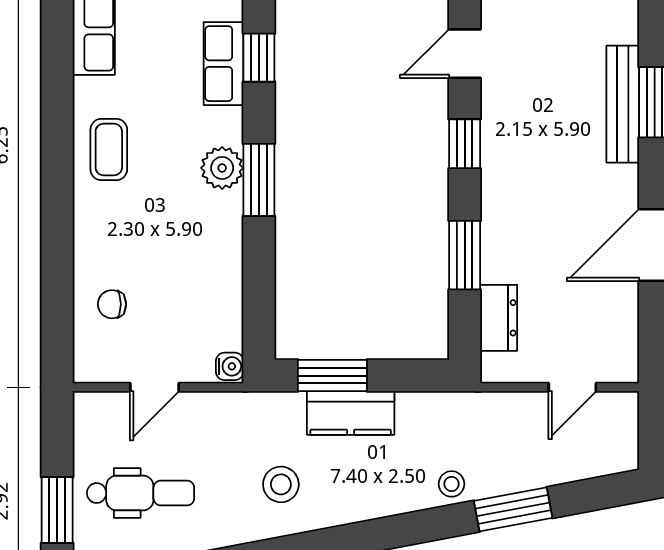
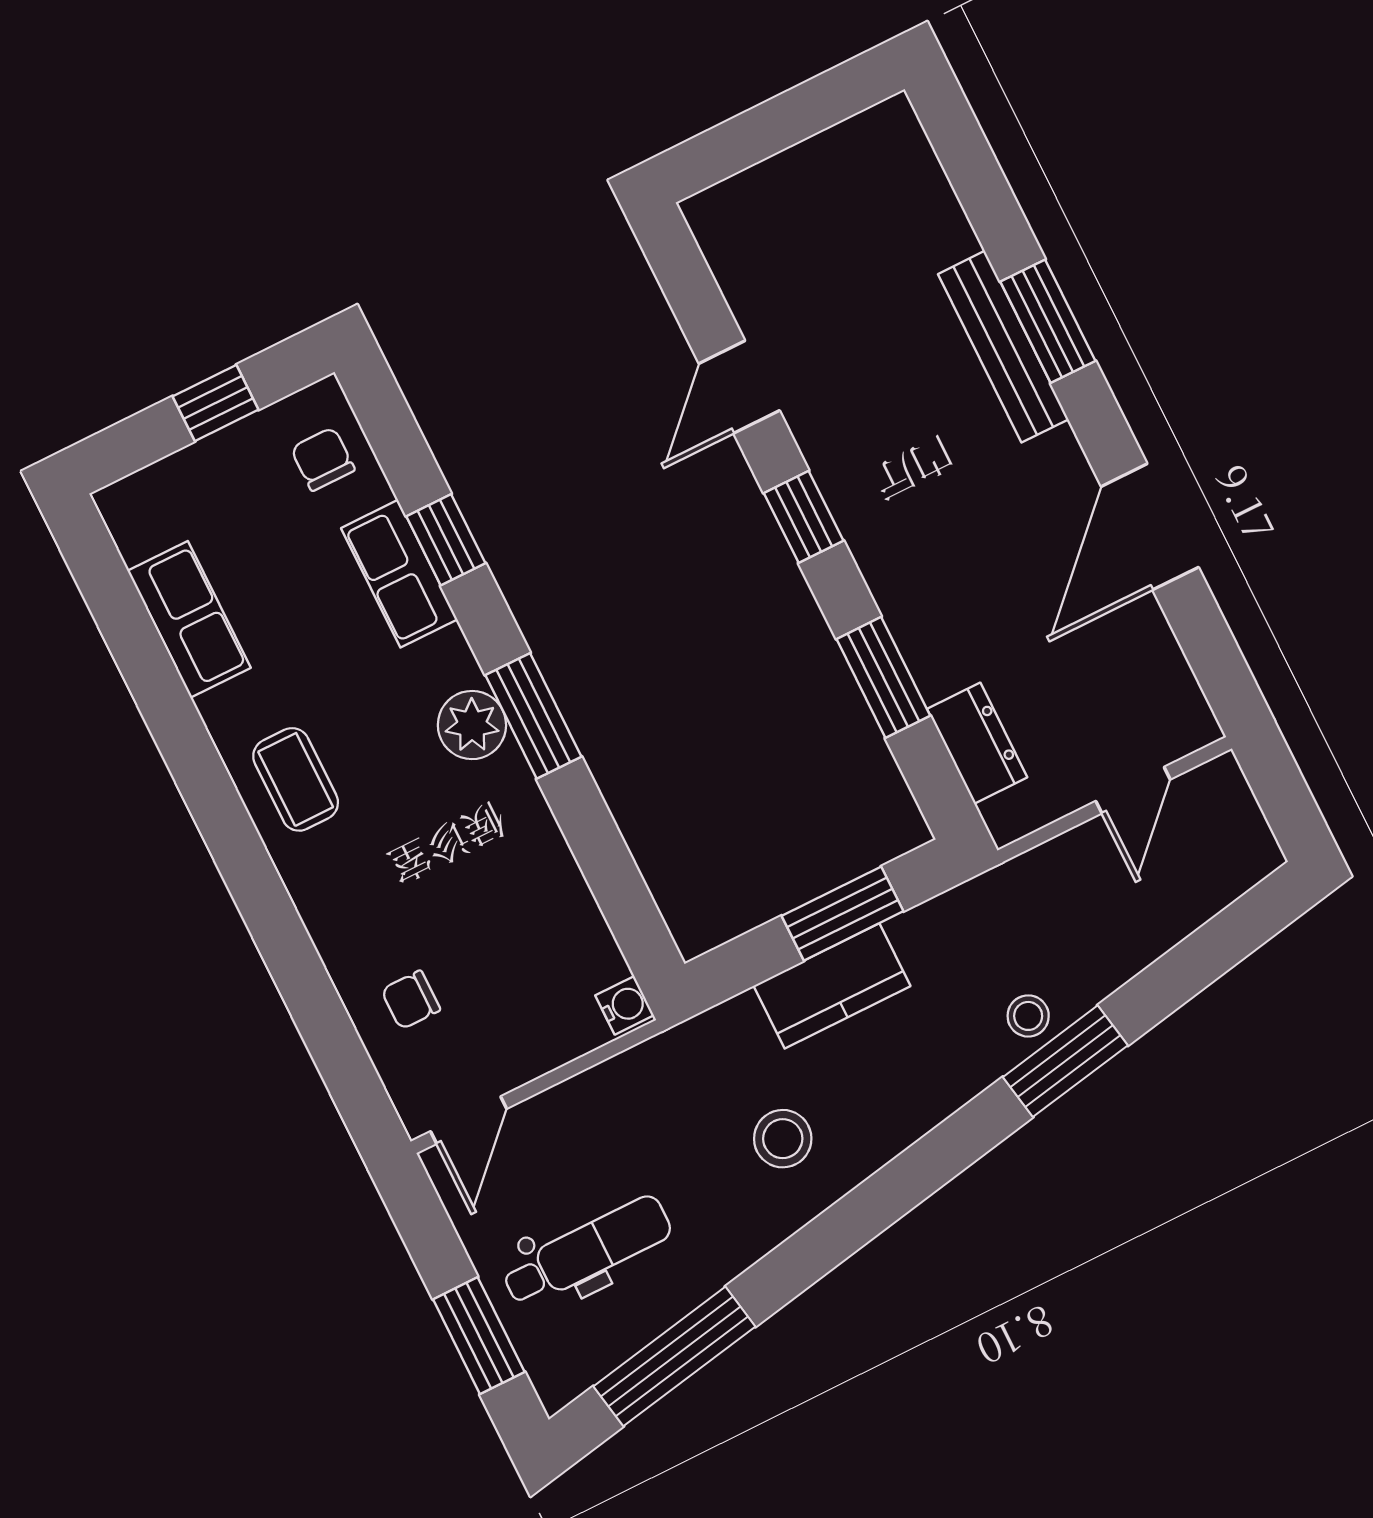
window: (332, 376) -> (842, 914), moved
door: (155, 387) -> (469, 1120), moved
window: (513, 509) -> (1065, 1061), moved

